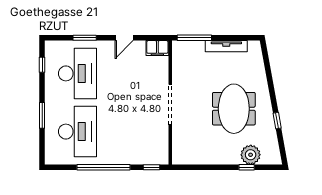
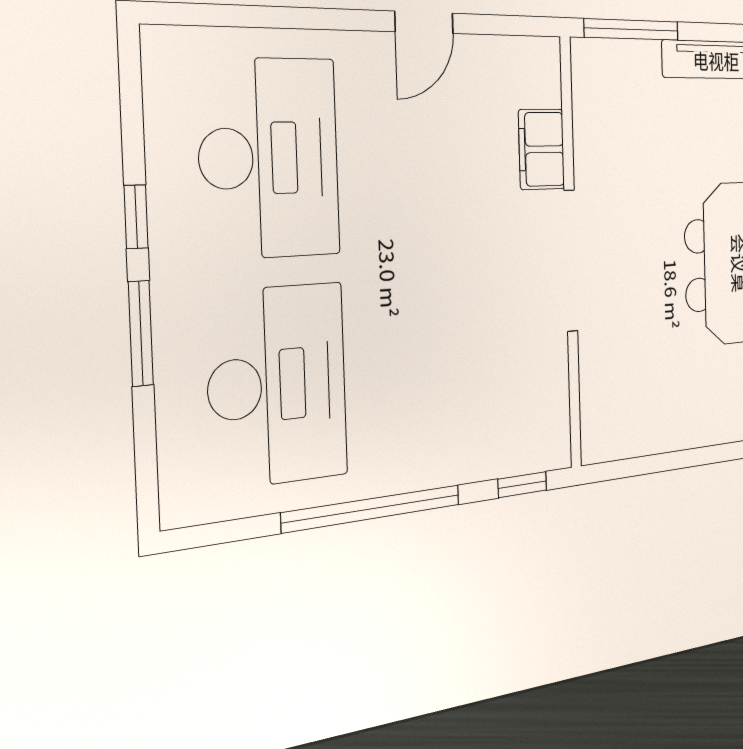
window: (85, 38) -> (290, 18), removed
filing cabinet: (157, 48) -> (542, 149), moved, turned 90
window: (42, 65) -> (136, 217), moved

